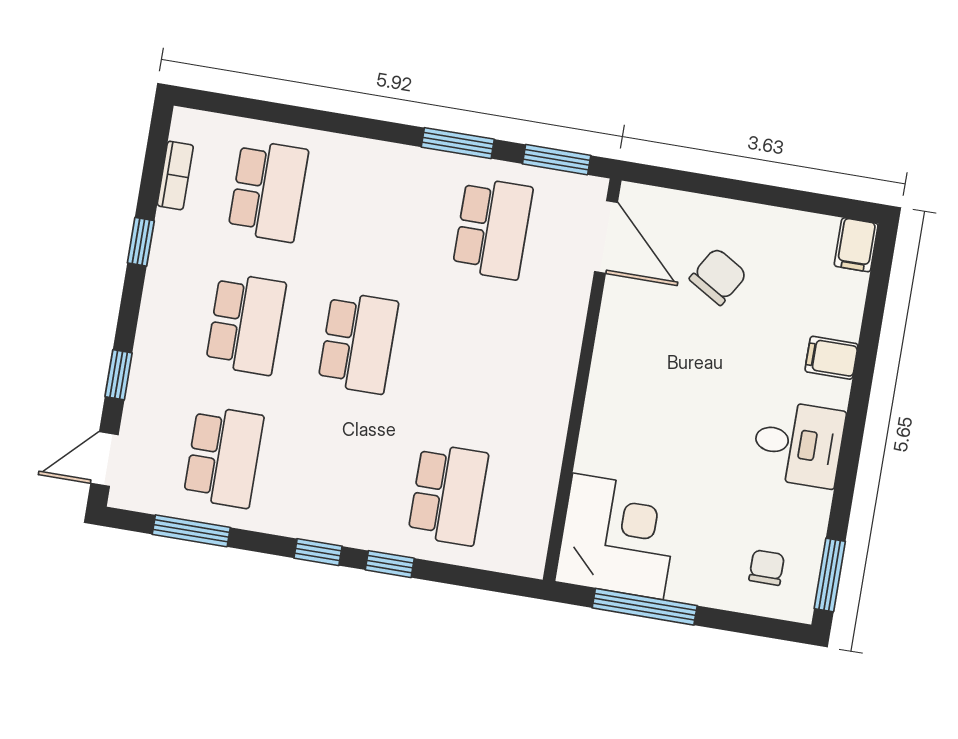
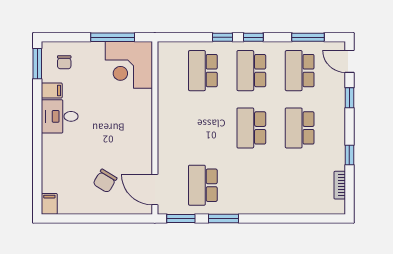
school desk: (268, 191) -> (251, 71), moved
filing cabinet: (831, 358) -> (52, 90), moved
door: (104, 459) -> (349, 61), swing flipped

